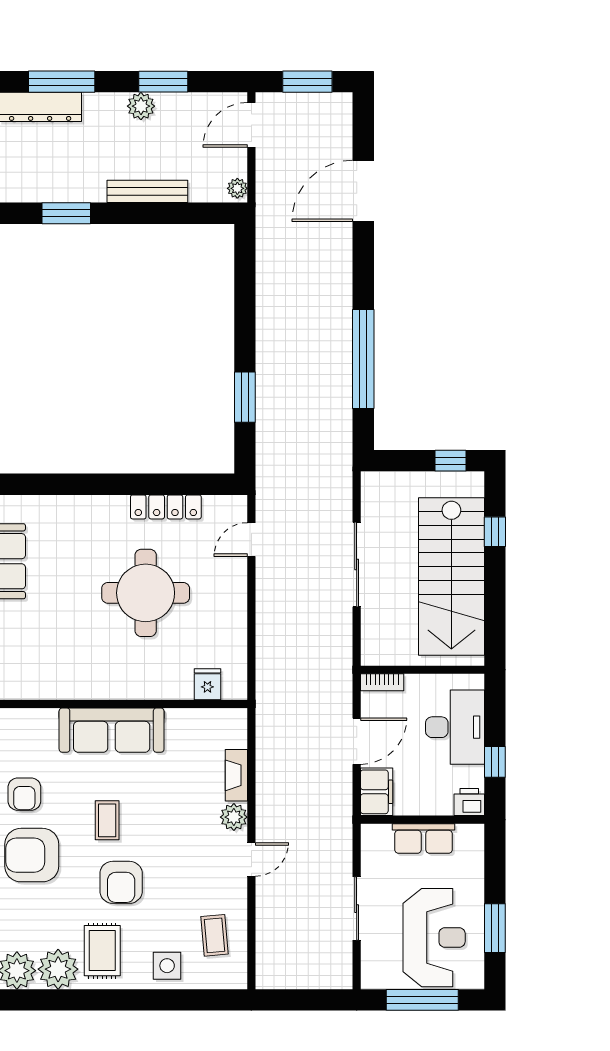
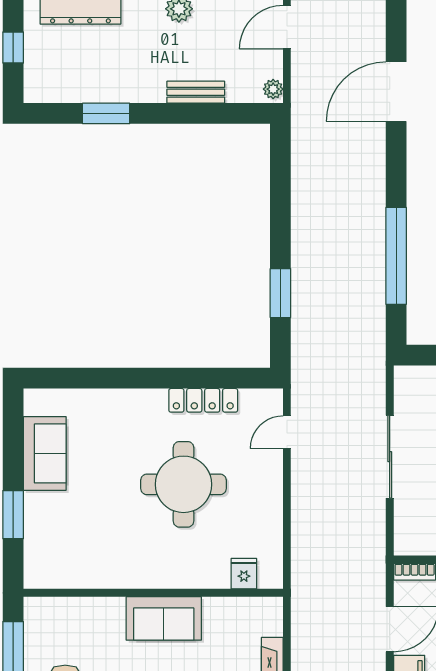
bench: (147, 191) -> (196, 92), width x0.73
sofa: (112, 730) -> (164, 618), width x0.73

